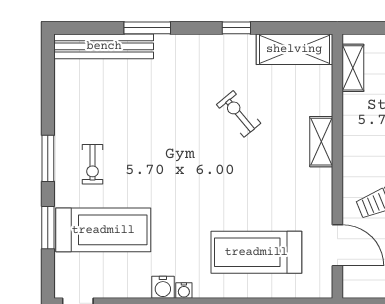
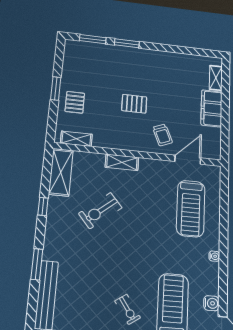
exercise bike: (239, 114) -> (100, 211), width x1.38, depth x1.39
exercise bike: (92, 164) -> (128, 309), turned 56
water cooler: (163, 287) -> (211, 303), moved

